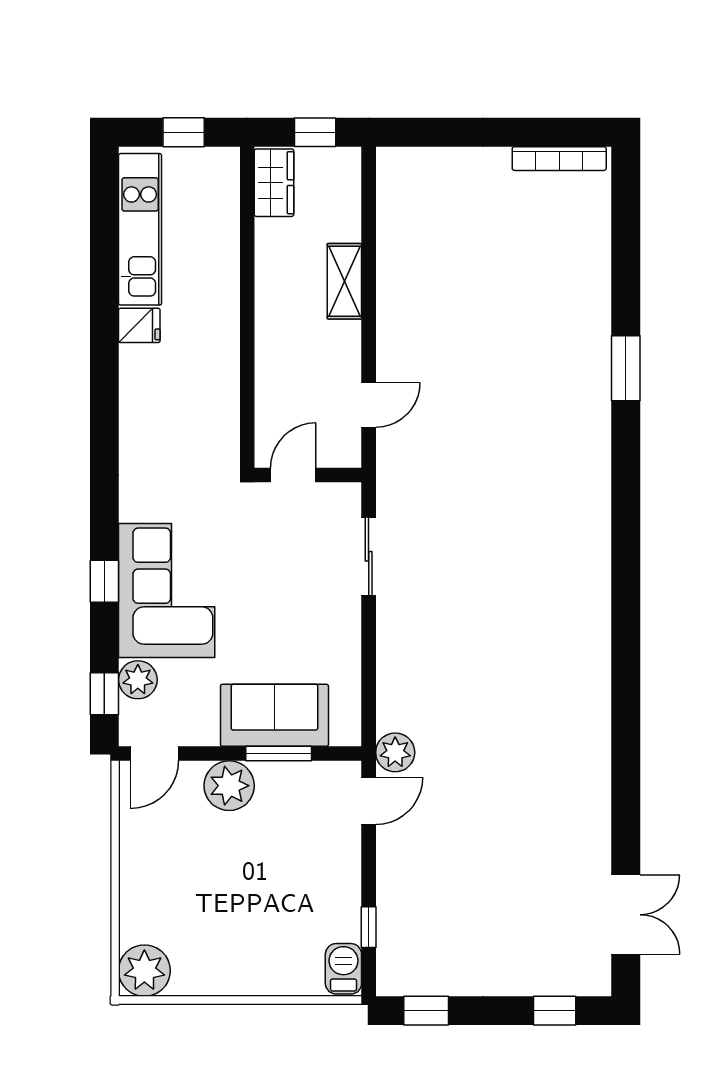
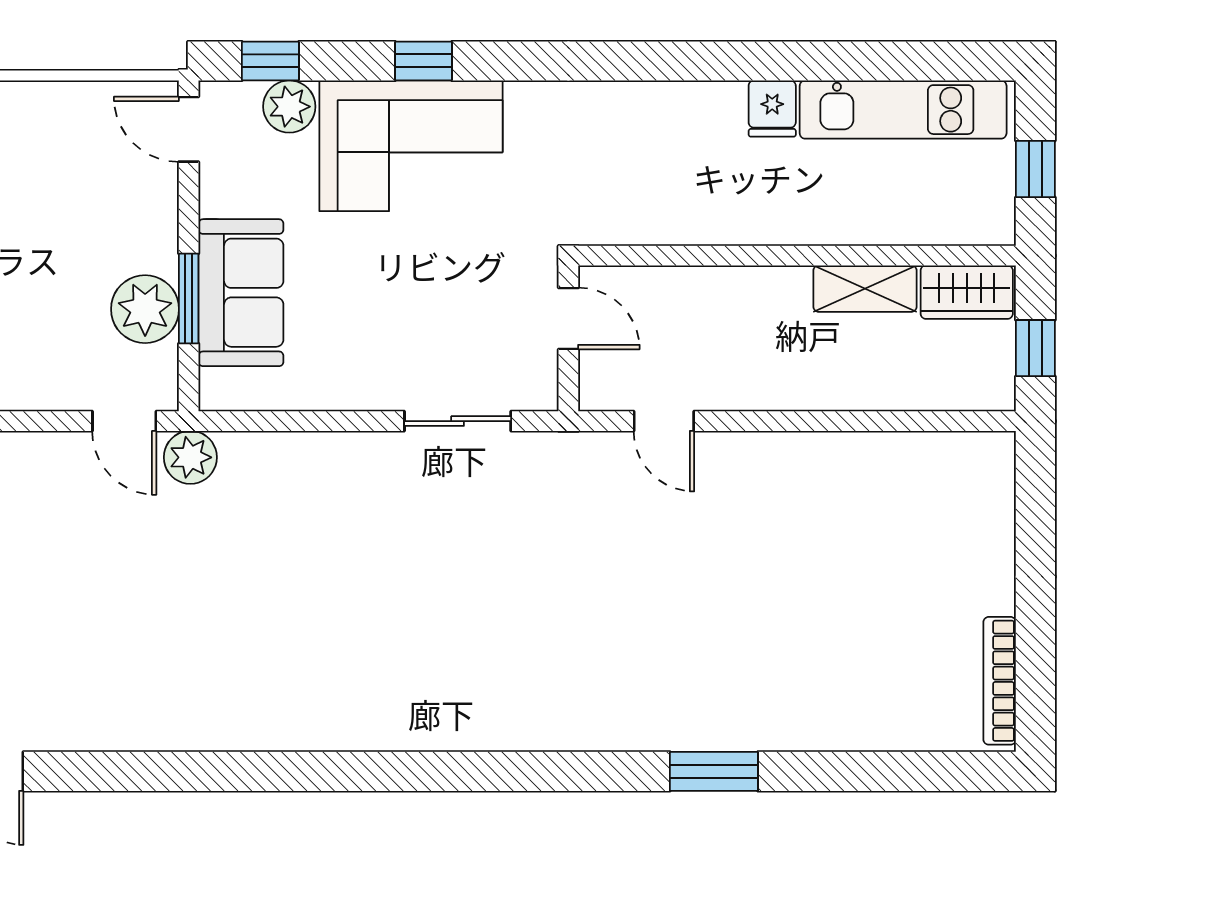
shelving: (344, 281) -> (865, 289), moved
plant: (229, 786) -> (145, 309), moved

